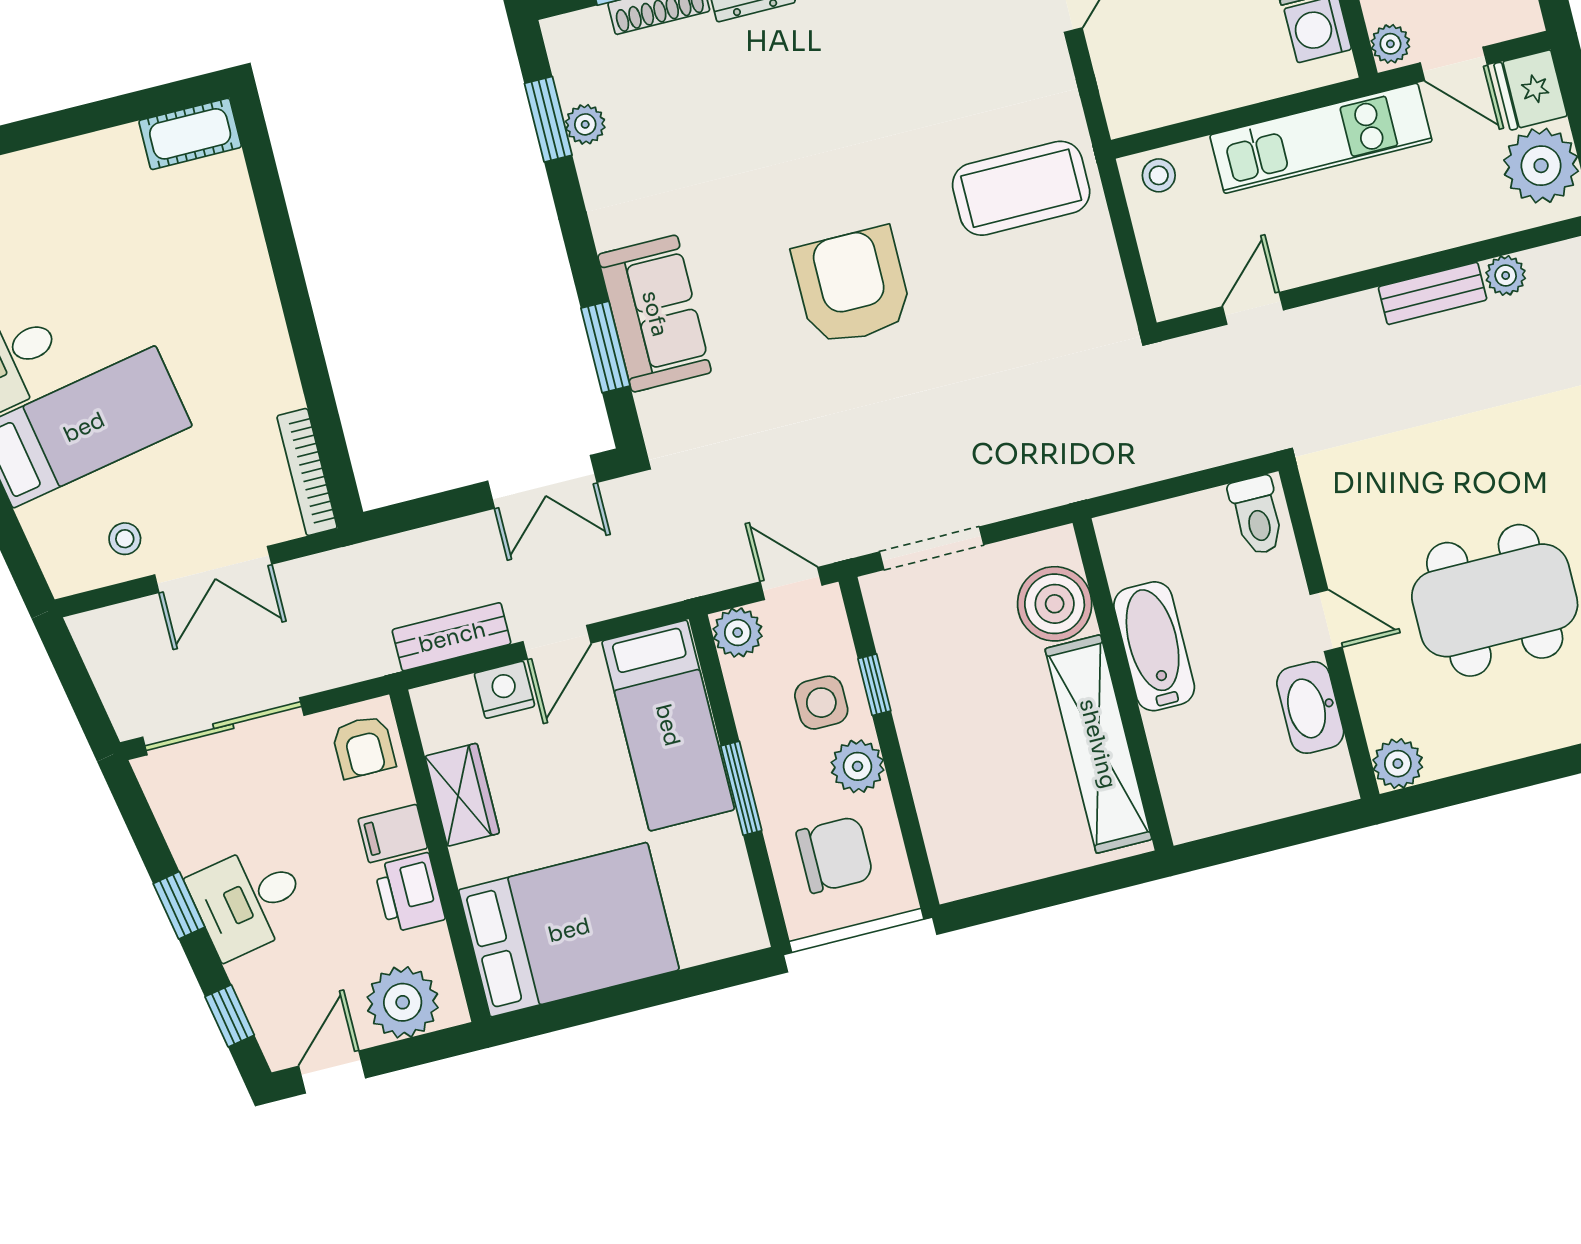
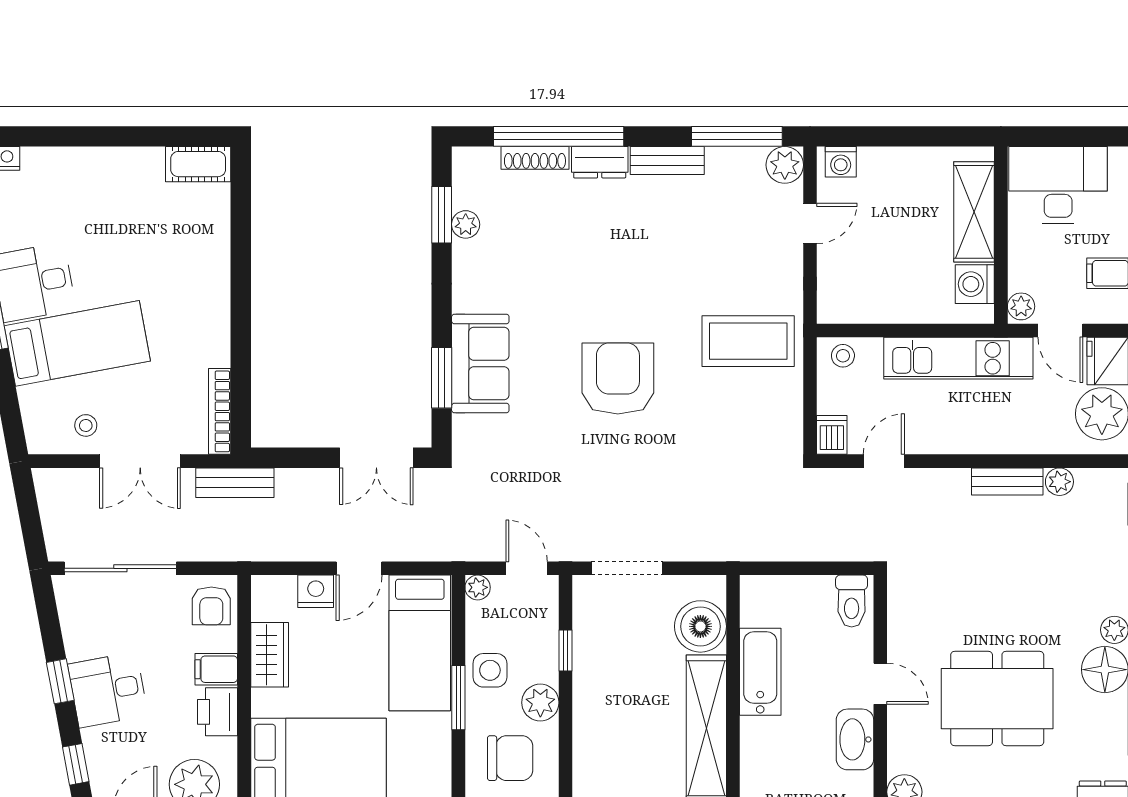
dishwasher: (1171, 290) -> (832, 435), added
plant: (738, 633) -> (478, 587), width x0.73, depth x0.73
bench: (452, 637) -> (235, 483), moved
side table: (821, 703) -> (490, 670), moved

